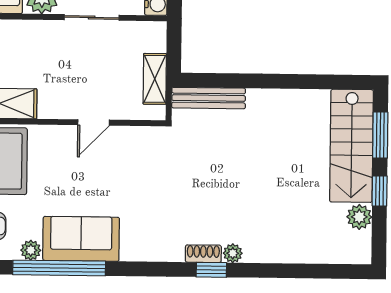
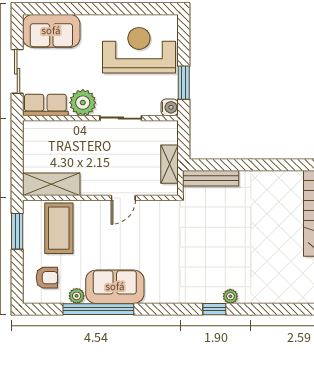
shoe rack: (203, 254) -> (208, 297), removed

